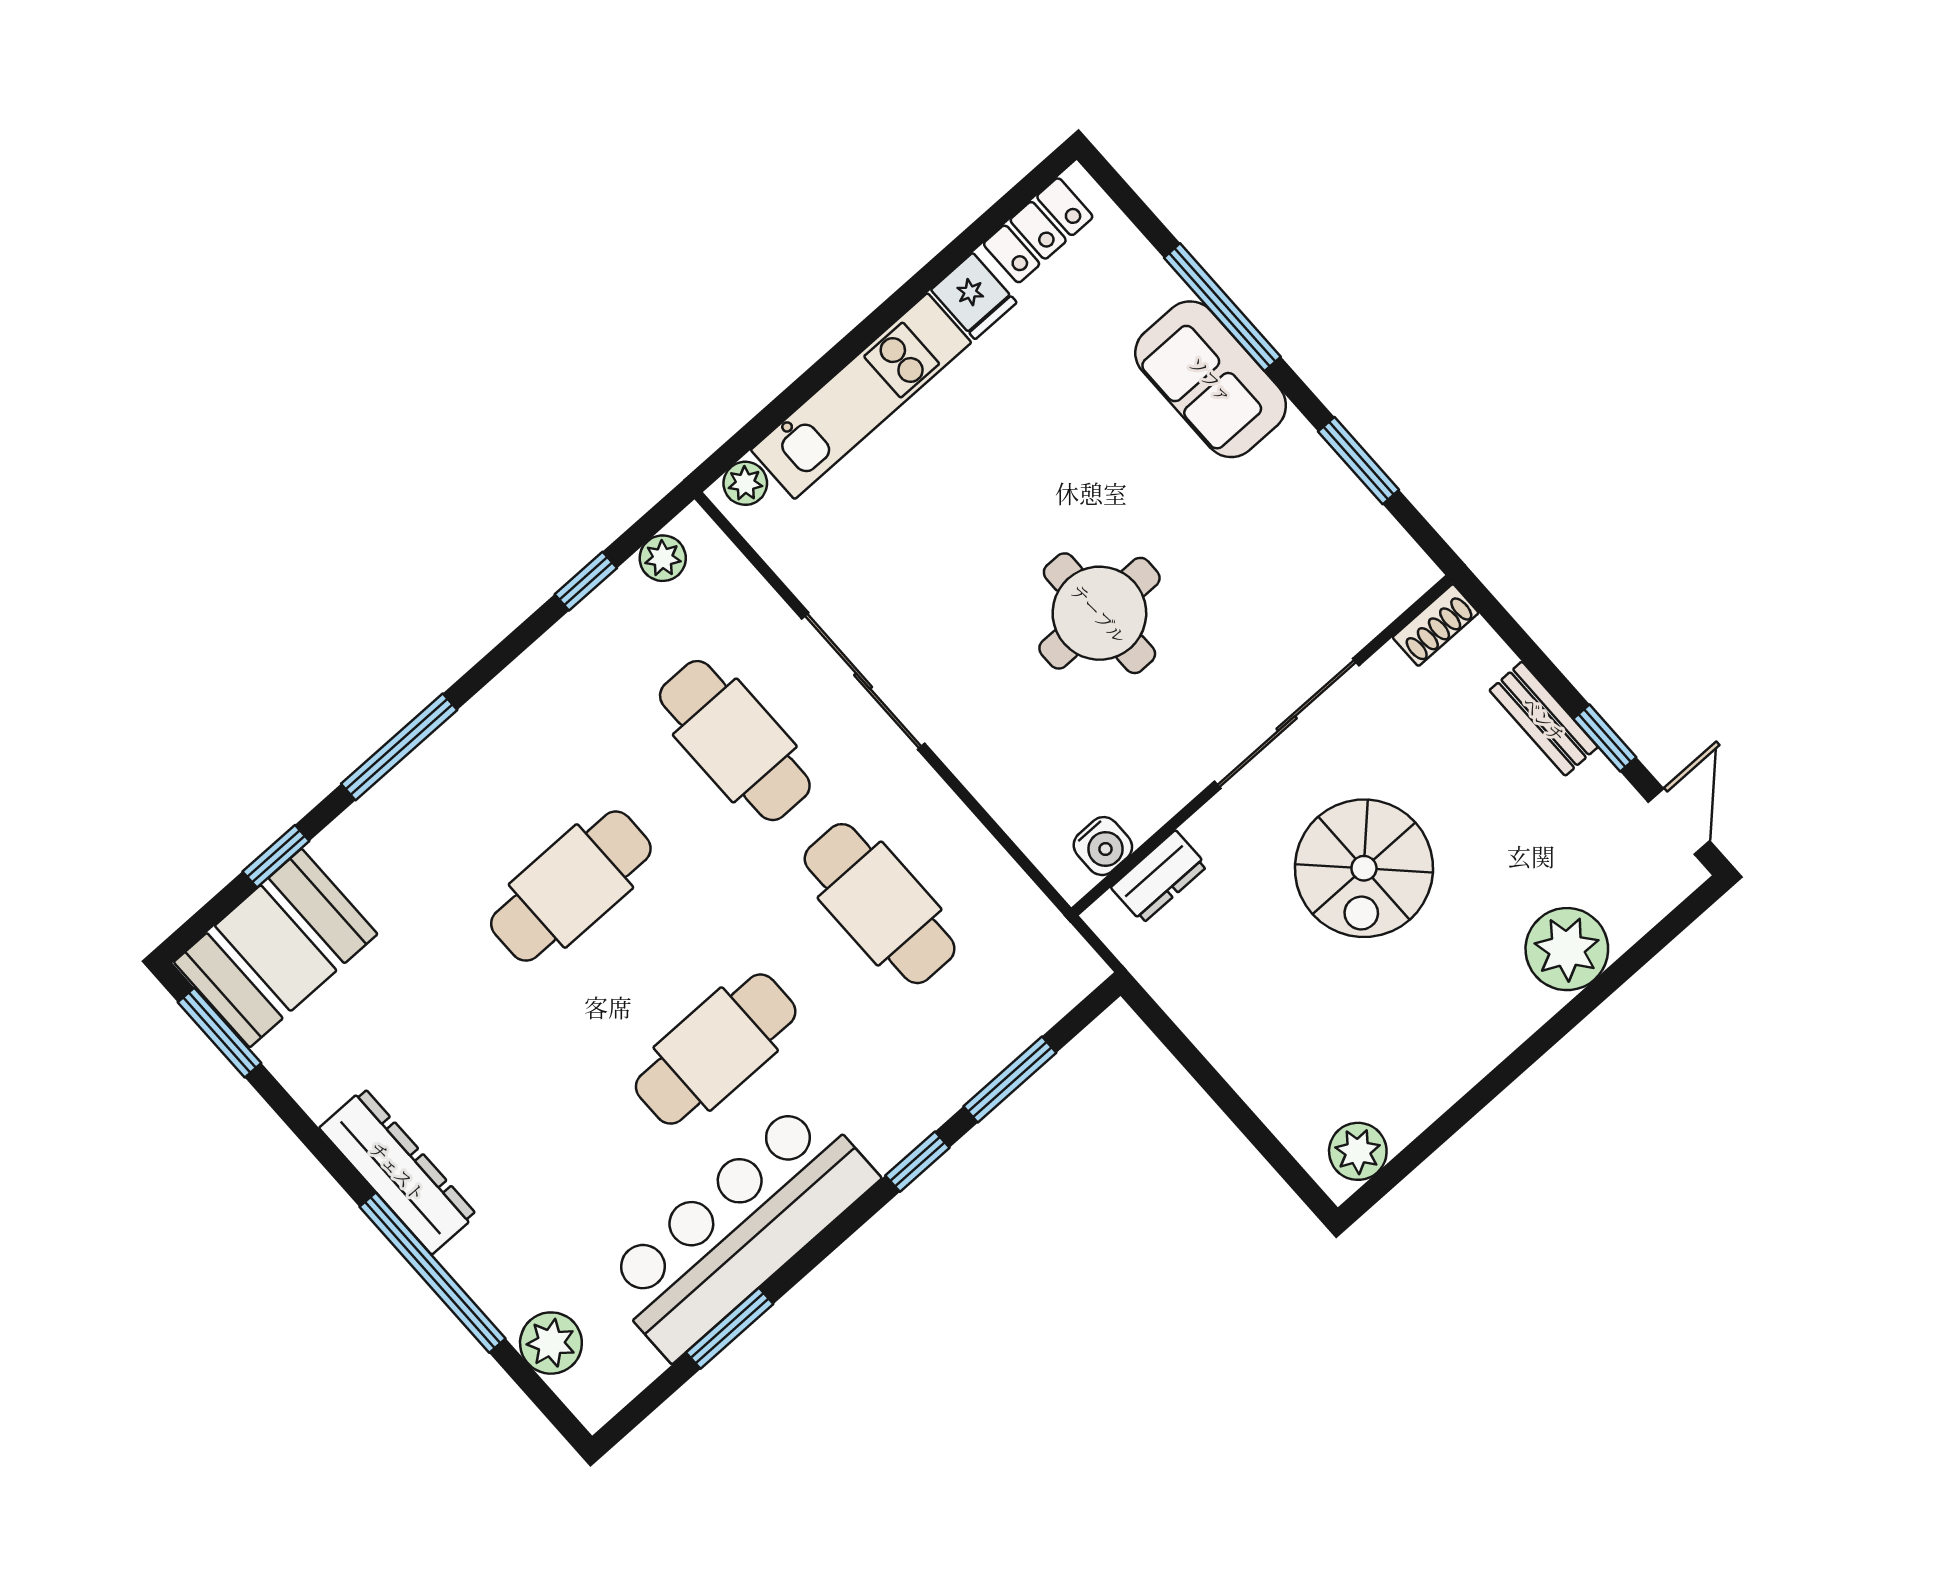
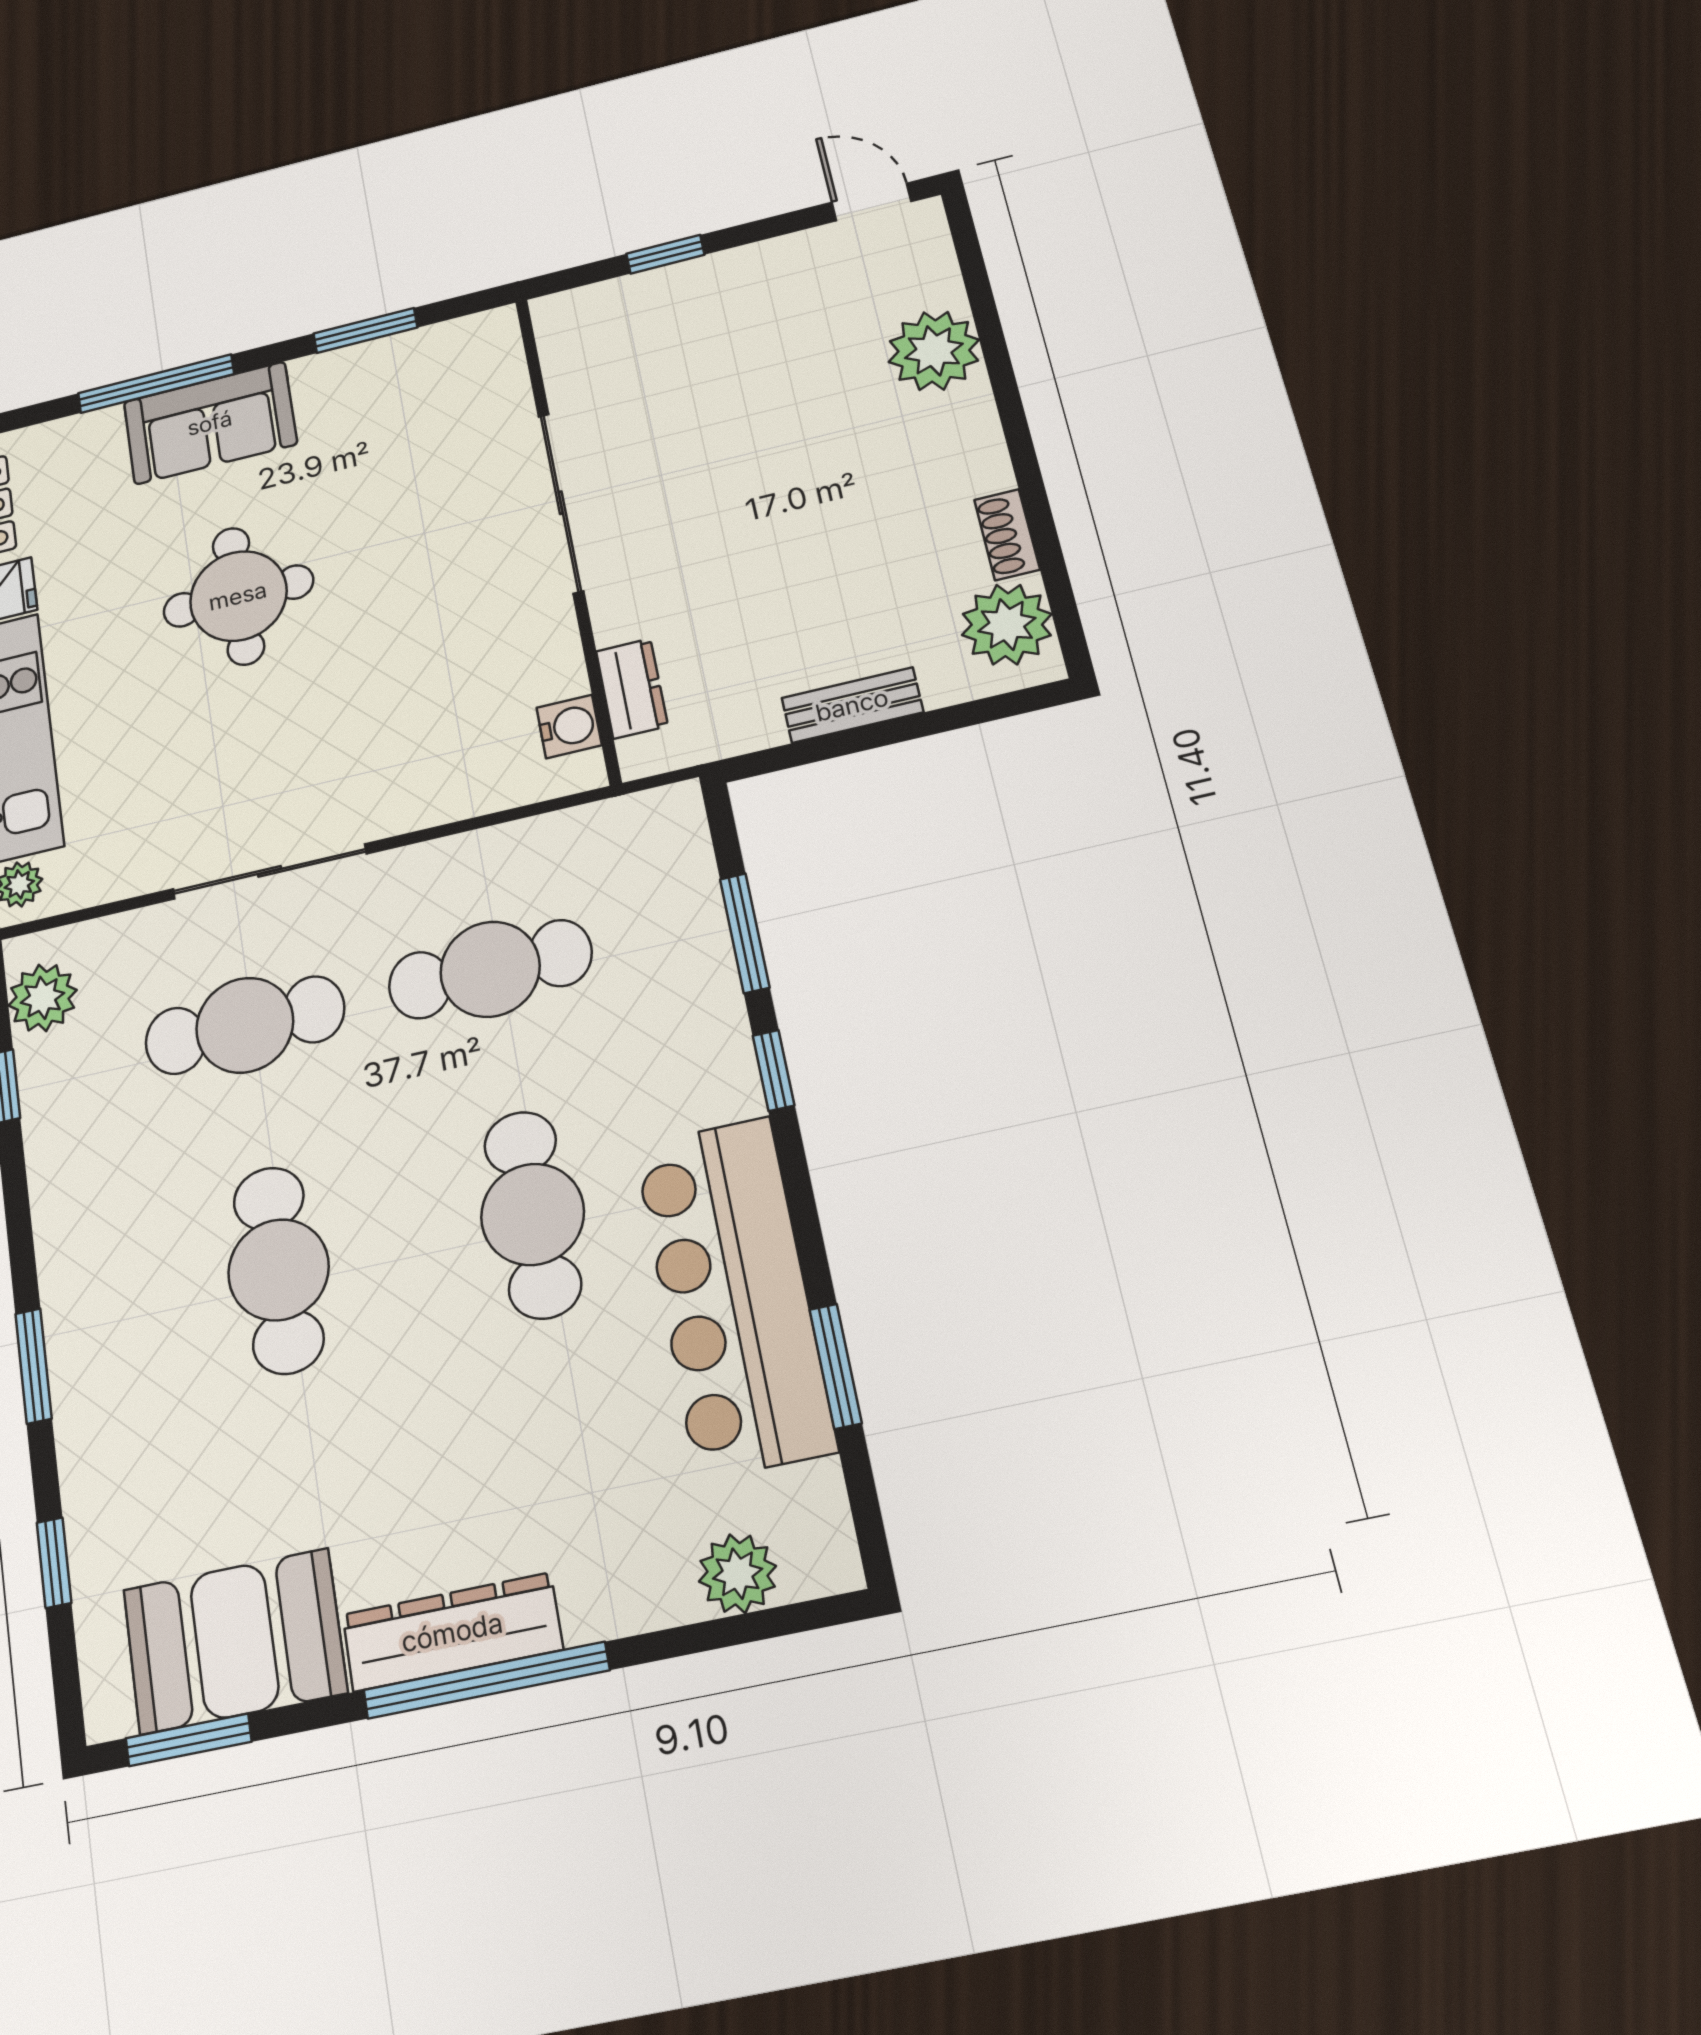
plant: (663, 558) -> (43, 998), width x1.38, depth x1.38
round table: (1099, 613) -> (238, 596), moved
shoe rack: (1436, 625) -> (1007, 535), moved, turned 180
bench: (1544, 719) -> (852, 705), moved
window: (1605, 738) -> (665, 254), moved
window: (399, 747) -> (34, 1366), width x0.69
spiral stairs: (1364, 868) -> (742, 497), removed
booth: (276, 948) -> (235, 1641), moved, turned 90
plant: (1358, 1151) -> (1007, 625), width x1.36, depth x1.36
window: (433, 1273) -> (486, 1680), moved

